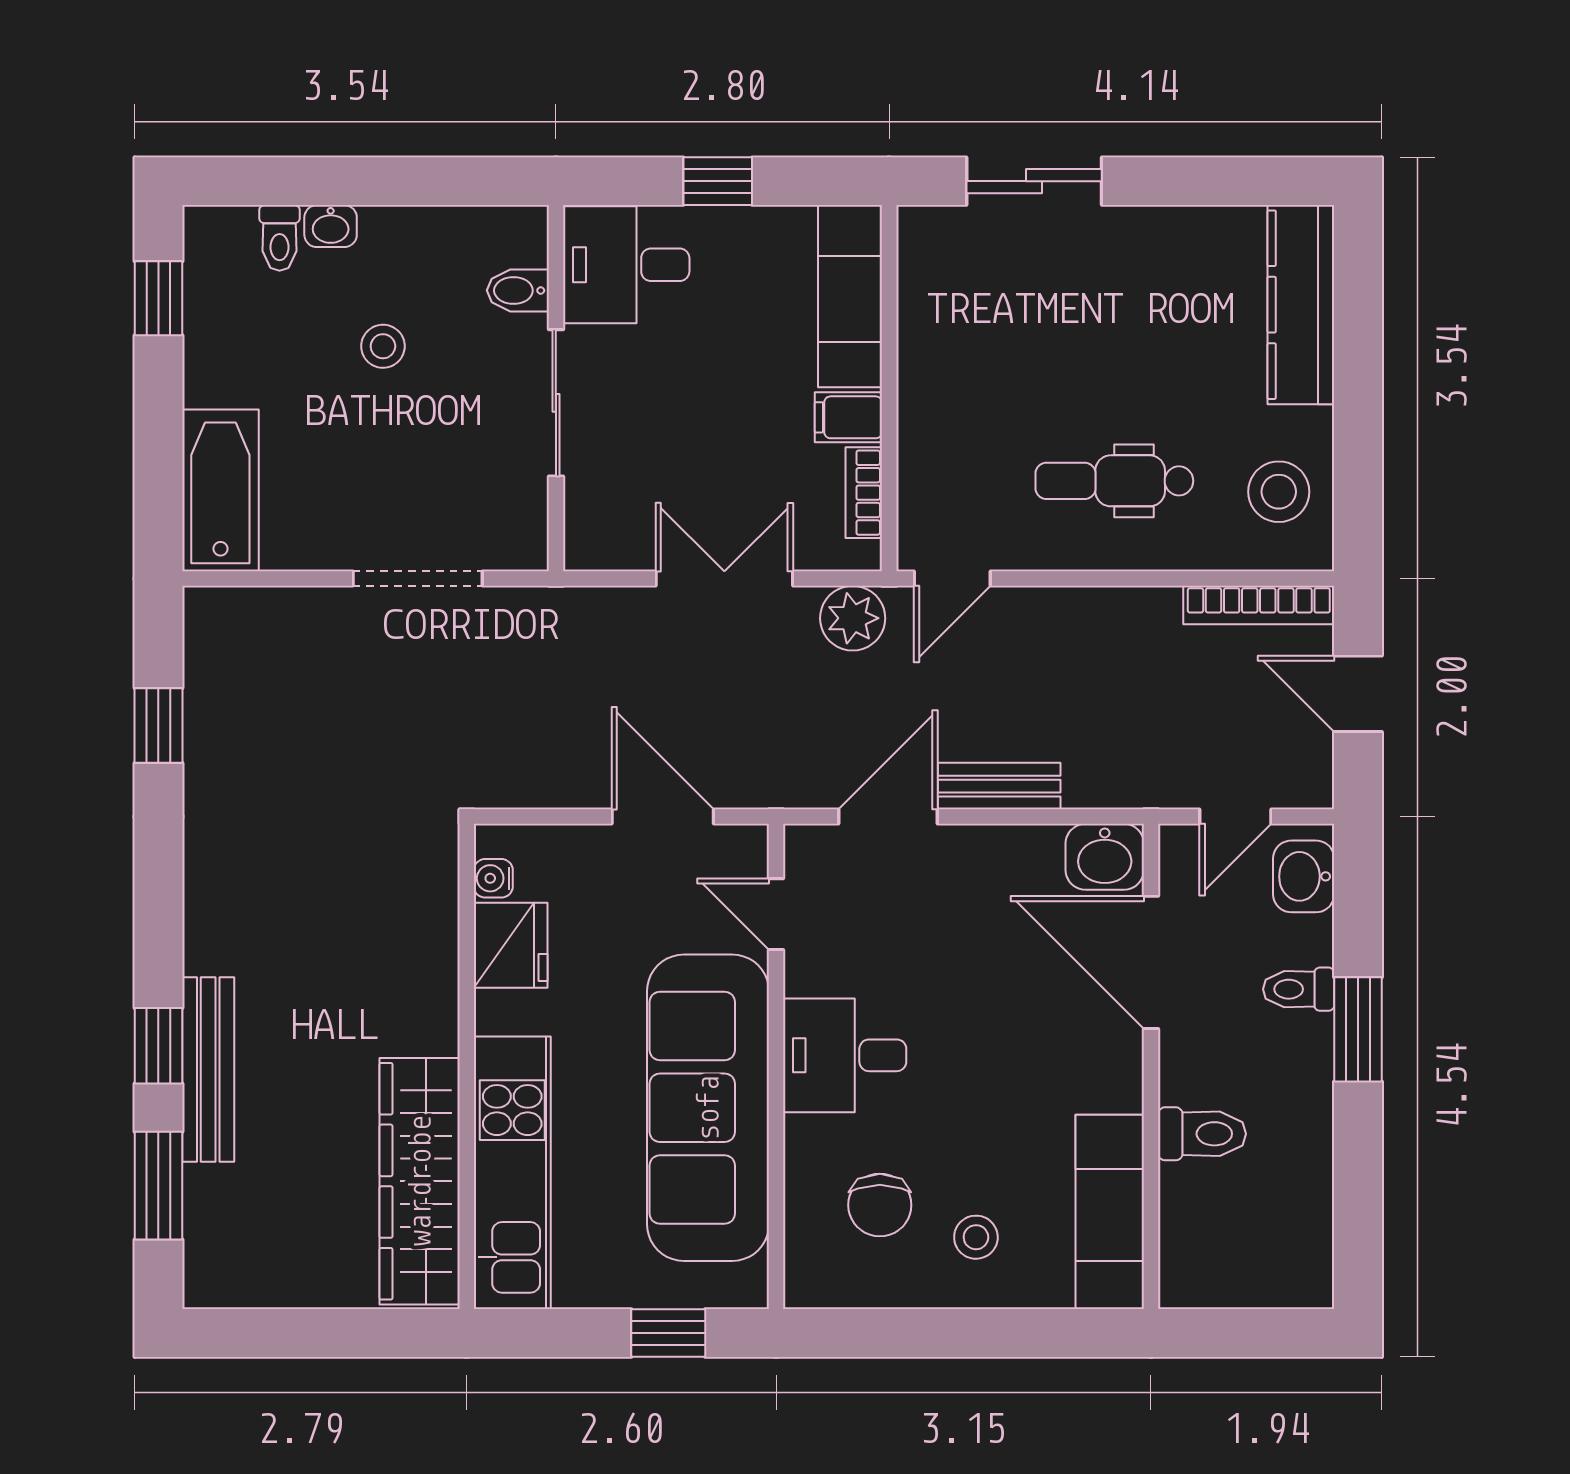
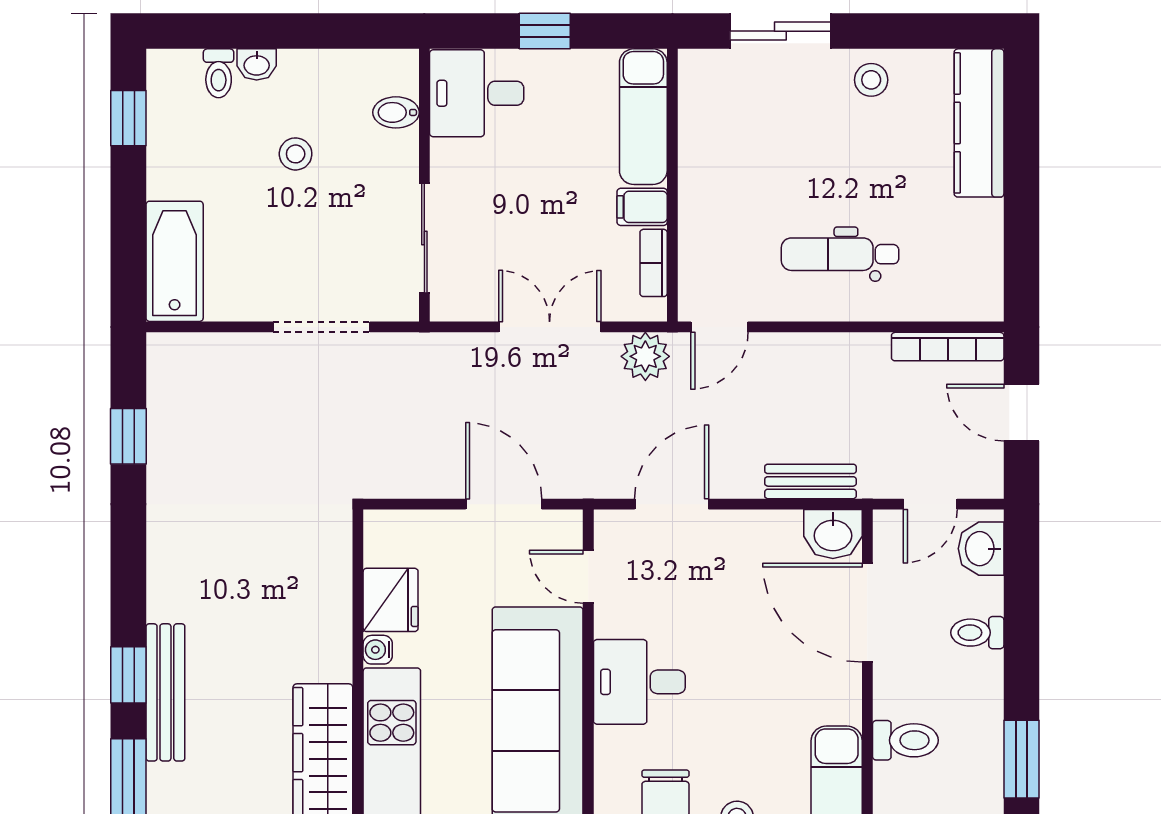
sliding door: (556, 403) -> (424, 238), moved
stool: (1279, 492) -> (871, 80), moved, width x0.73, depth x0.73
bench: (999, 786) -> (810, 481), moved
water cooler: (493, 878) -> (378, 650), moved
window: (1358, 1029) -> (1021, 759), moved

